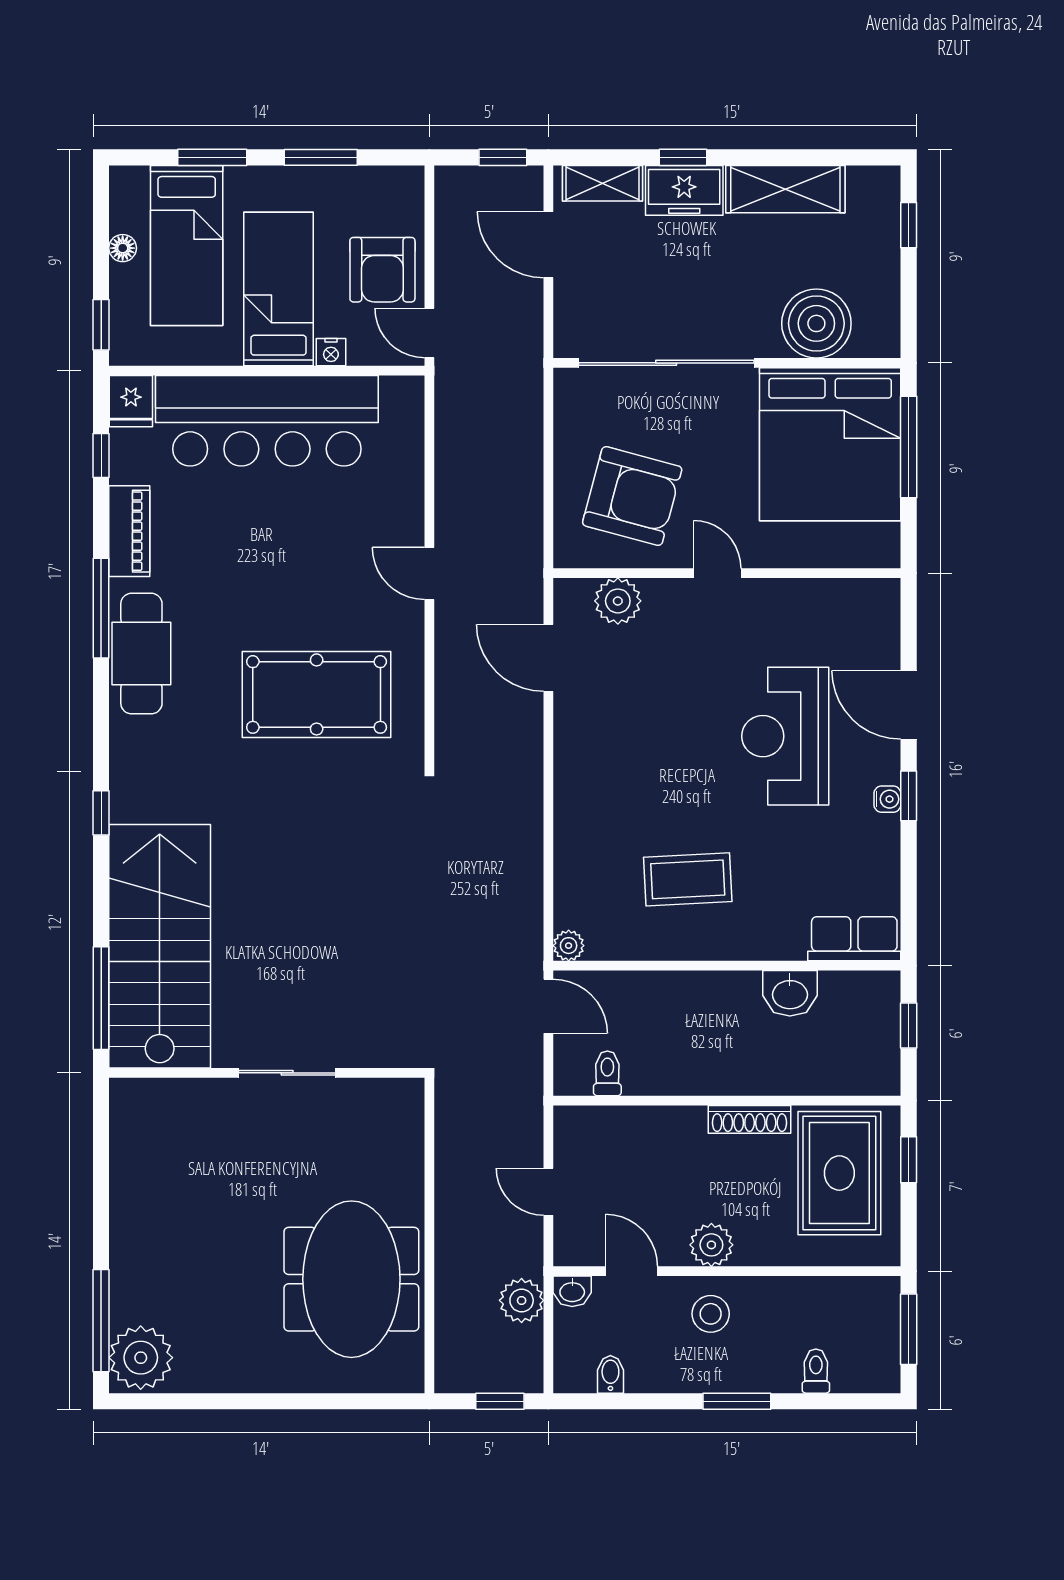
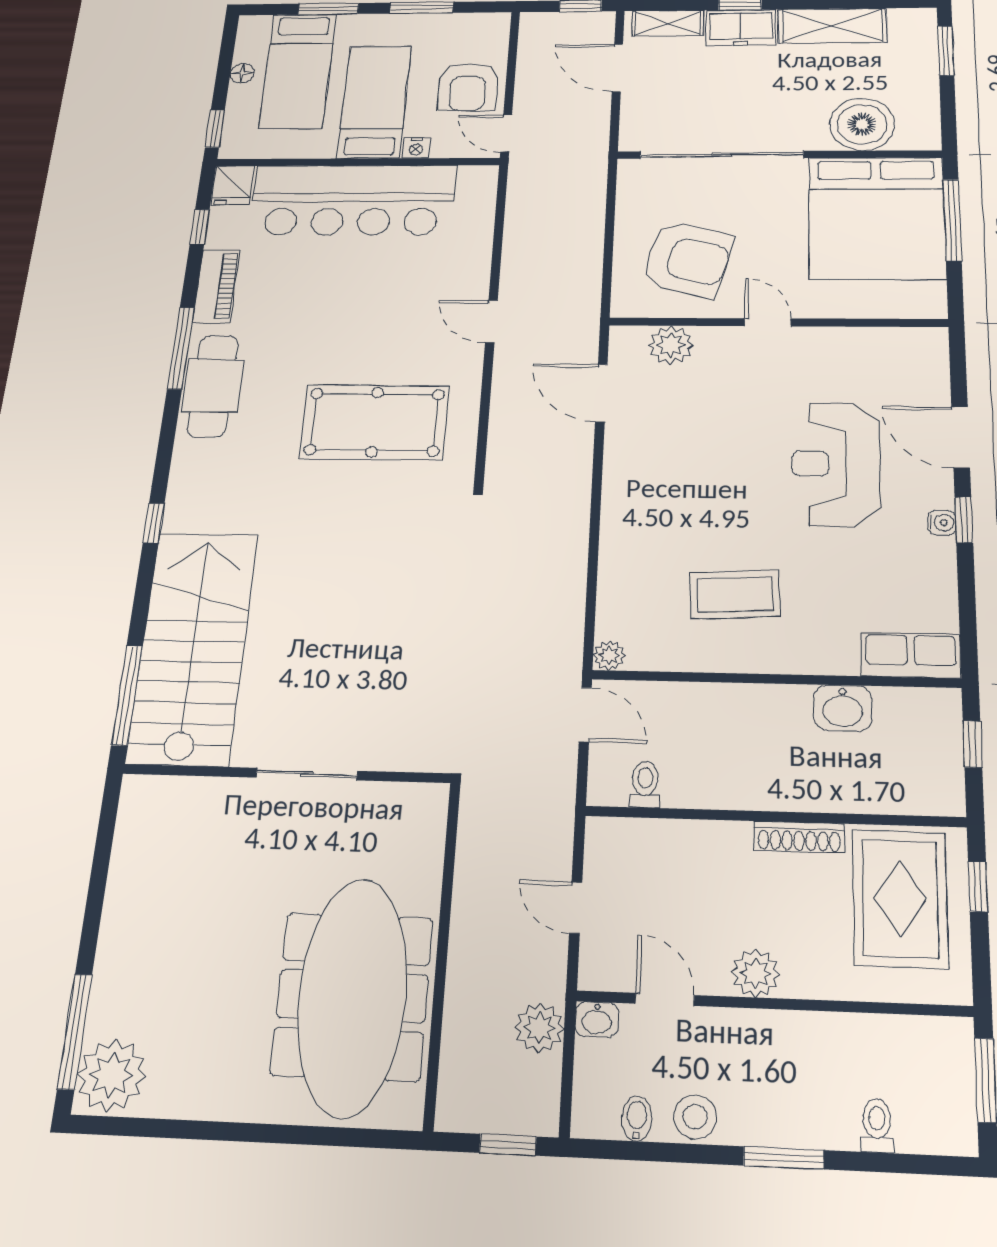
window: (909, 225) -> (946, 51), width x1.50
meeting table: (351, 1279) -> (352, 996), width x1.36
stool: (711, 1314) -> (695, 1117), moved

